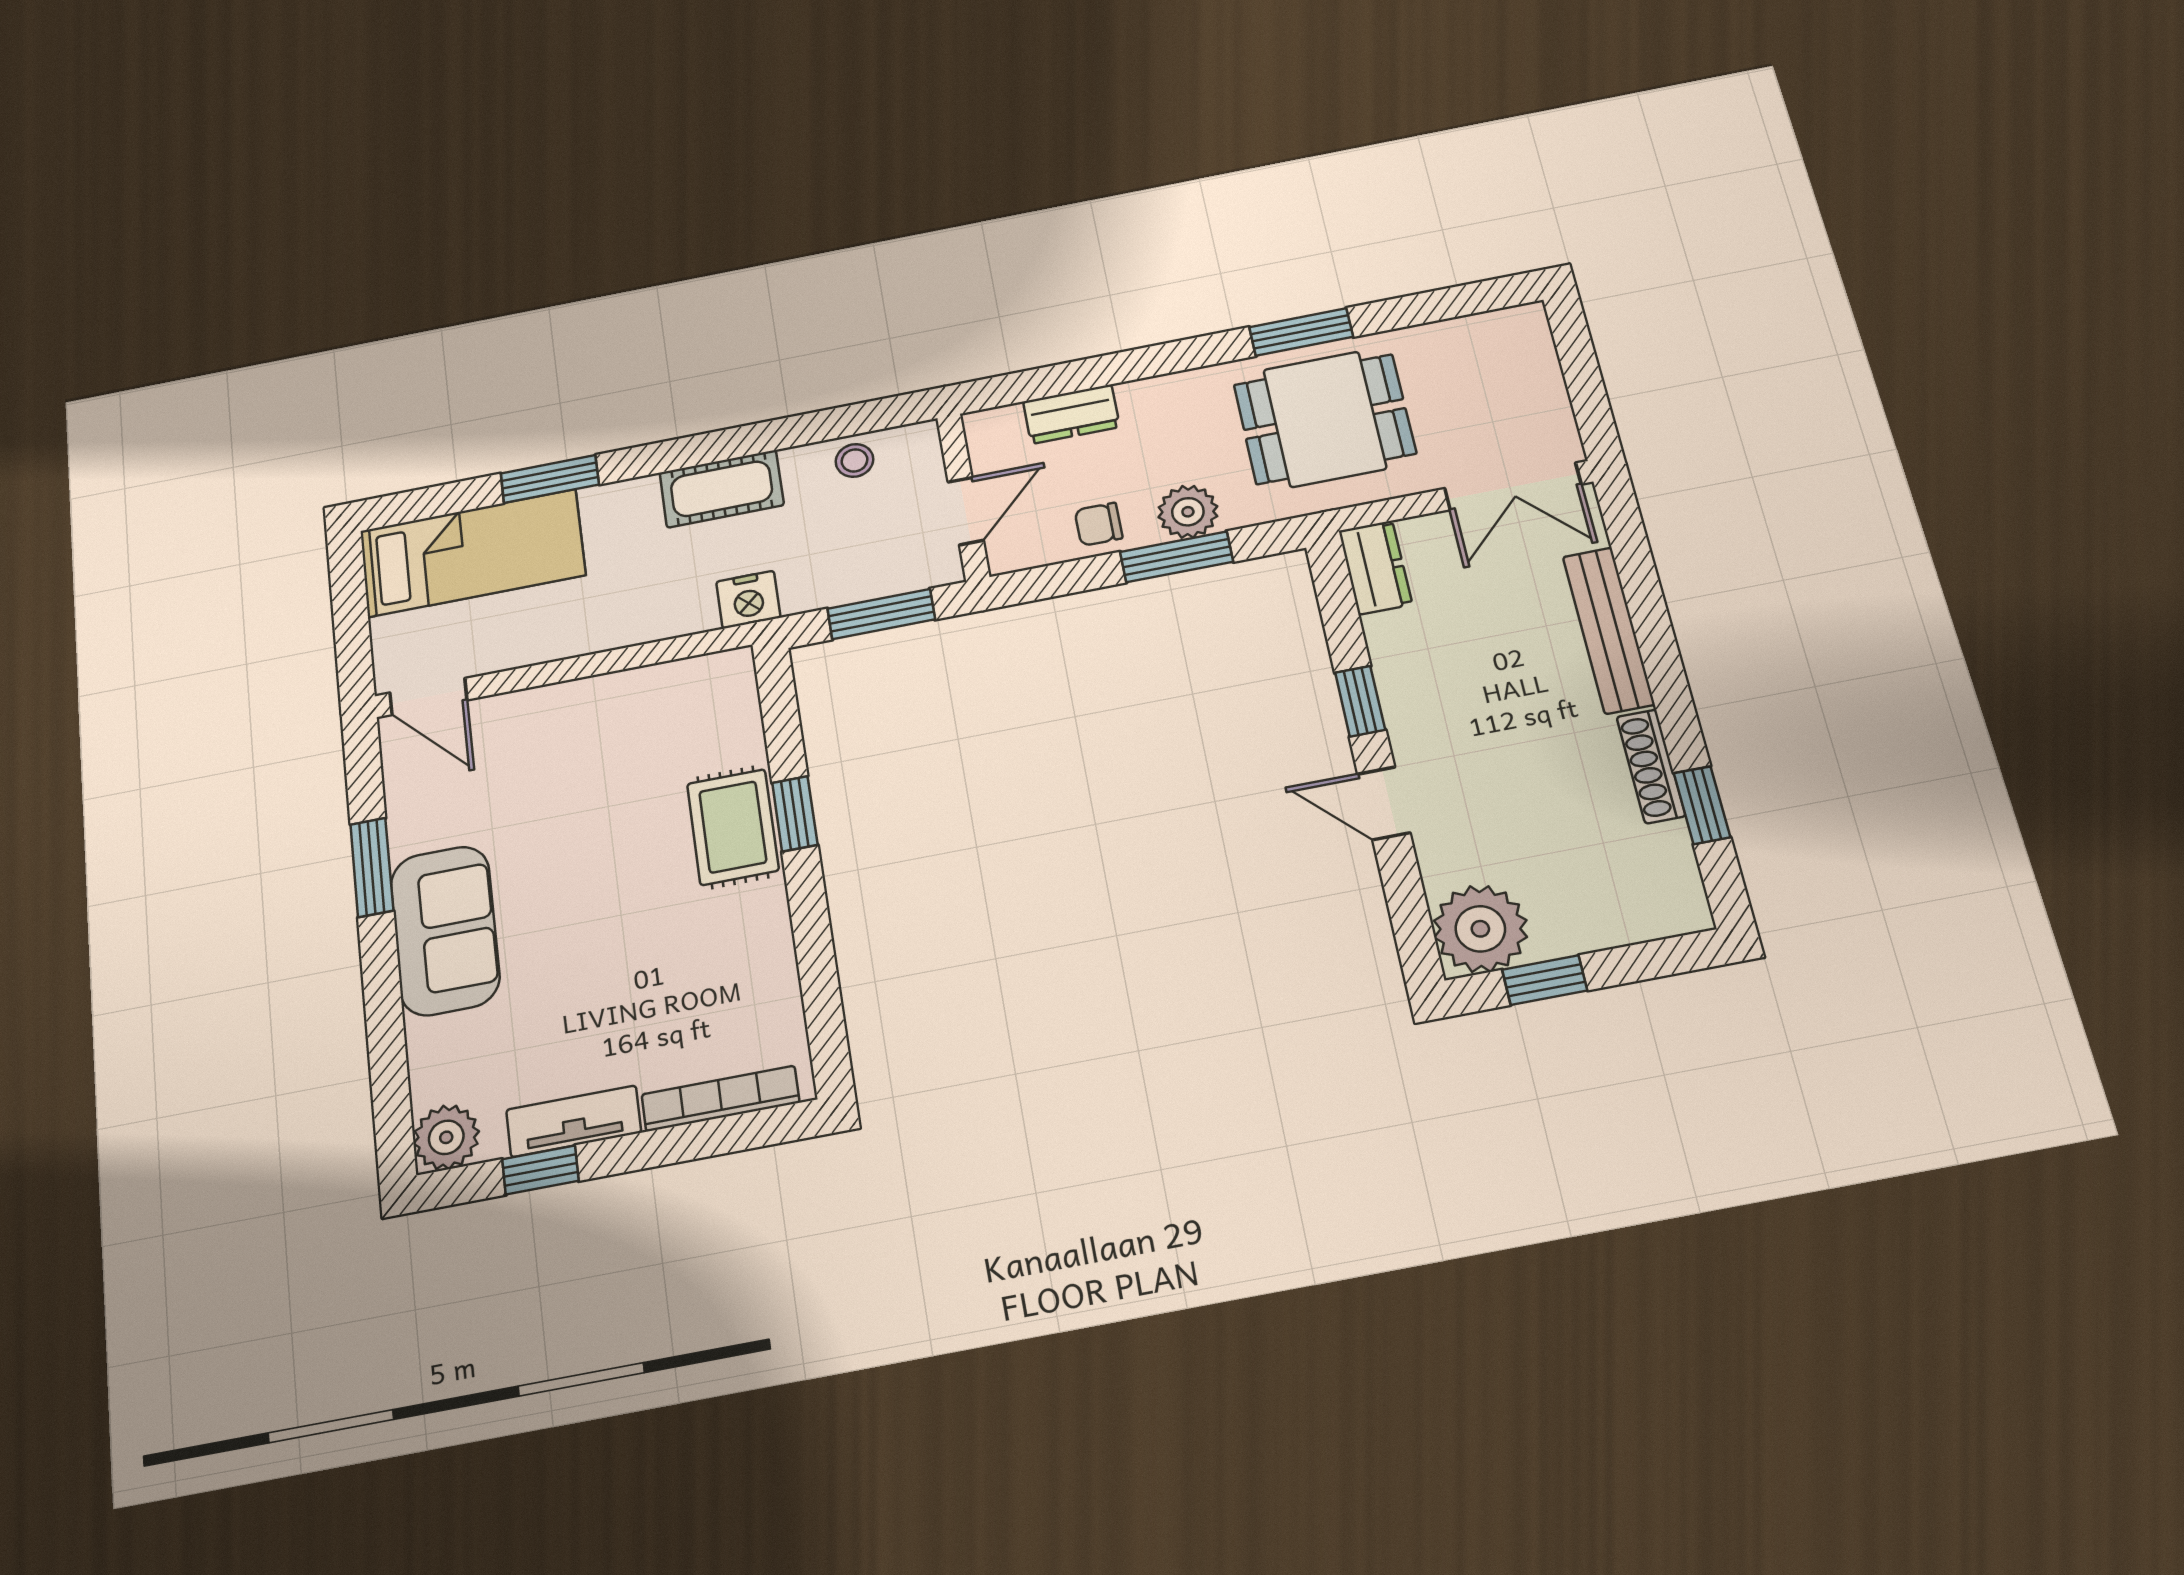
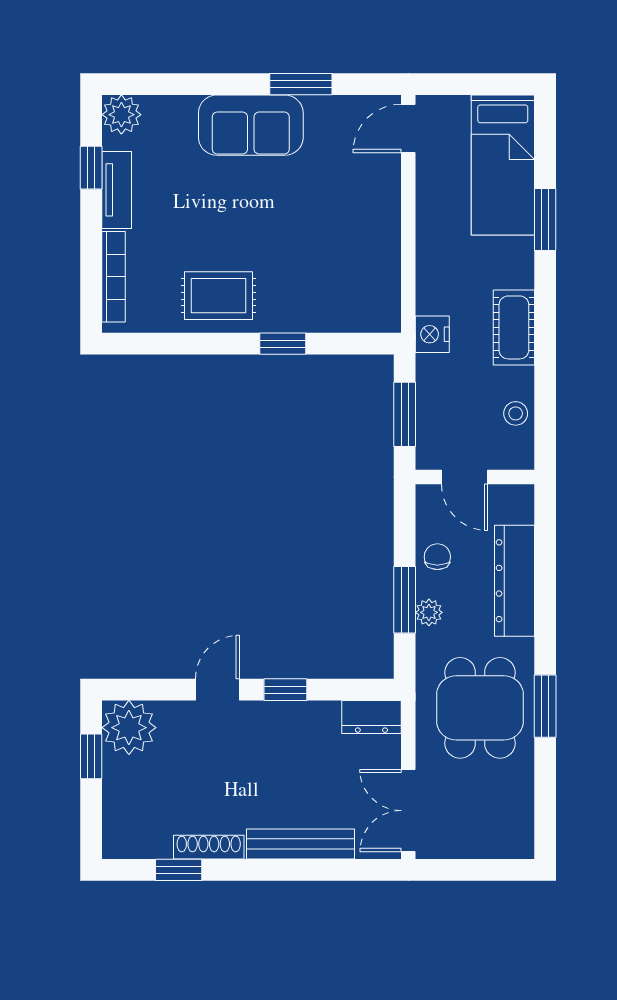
dresser: (1071, 414) -> (515, 581), width x1.96, depth x1.24
plant: (1188, 512) -> (429, 612), width x0.73, depth x0.73
rug: (733, 827) -> (219, 296), moved

